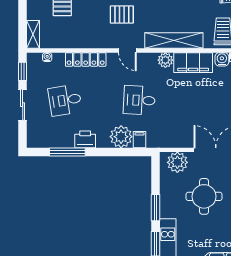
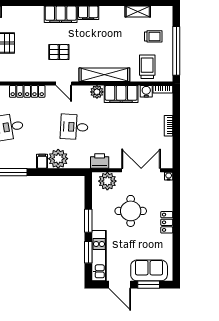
printer: (85, 139) -> (100, 161), moved
filing cabinet: (139, 140) -> (42, 161), moved

